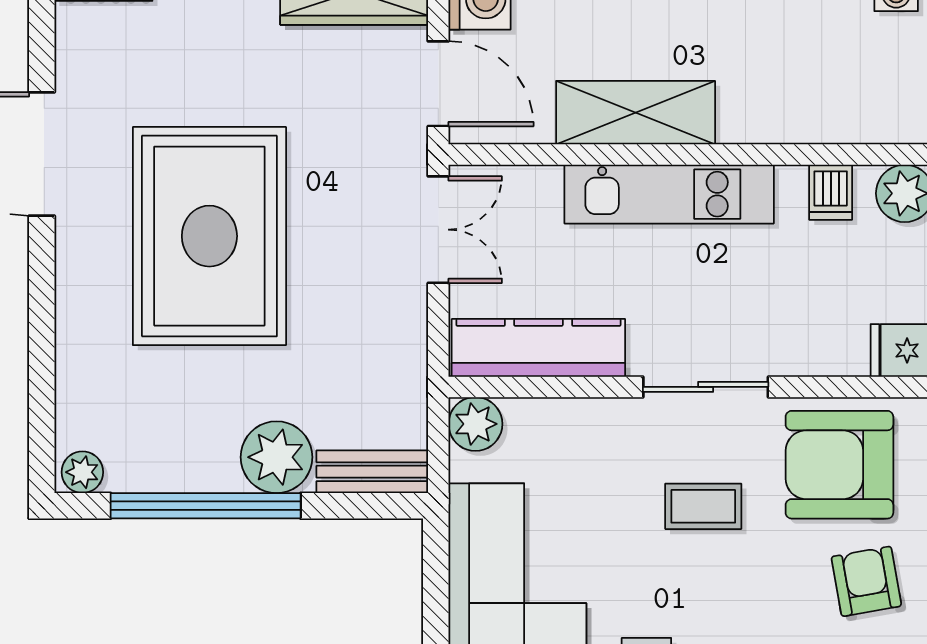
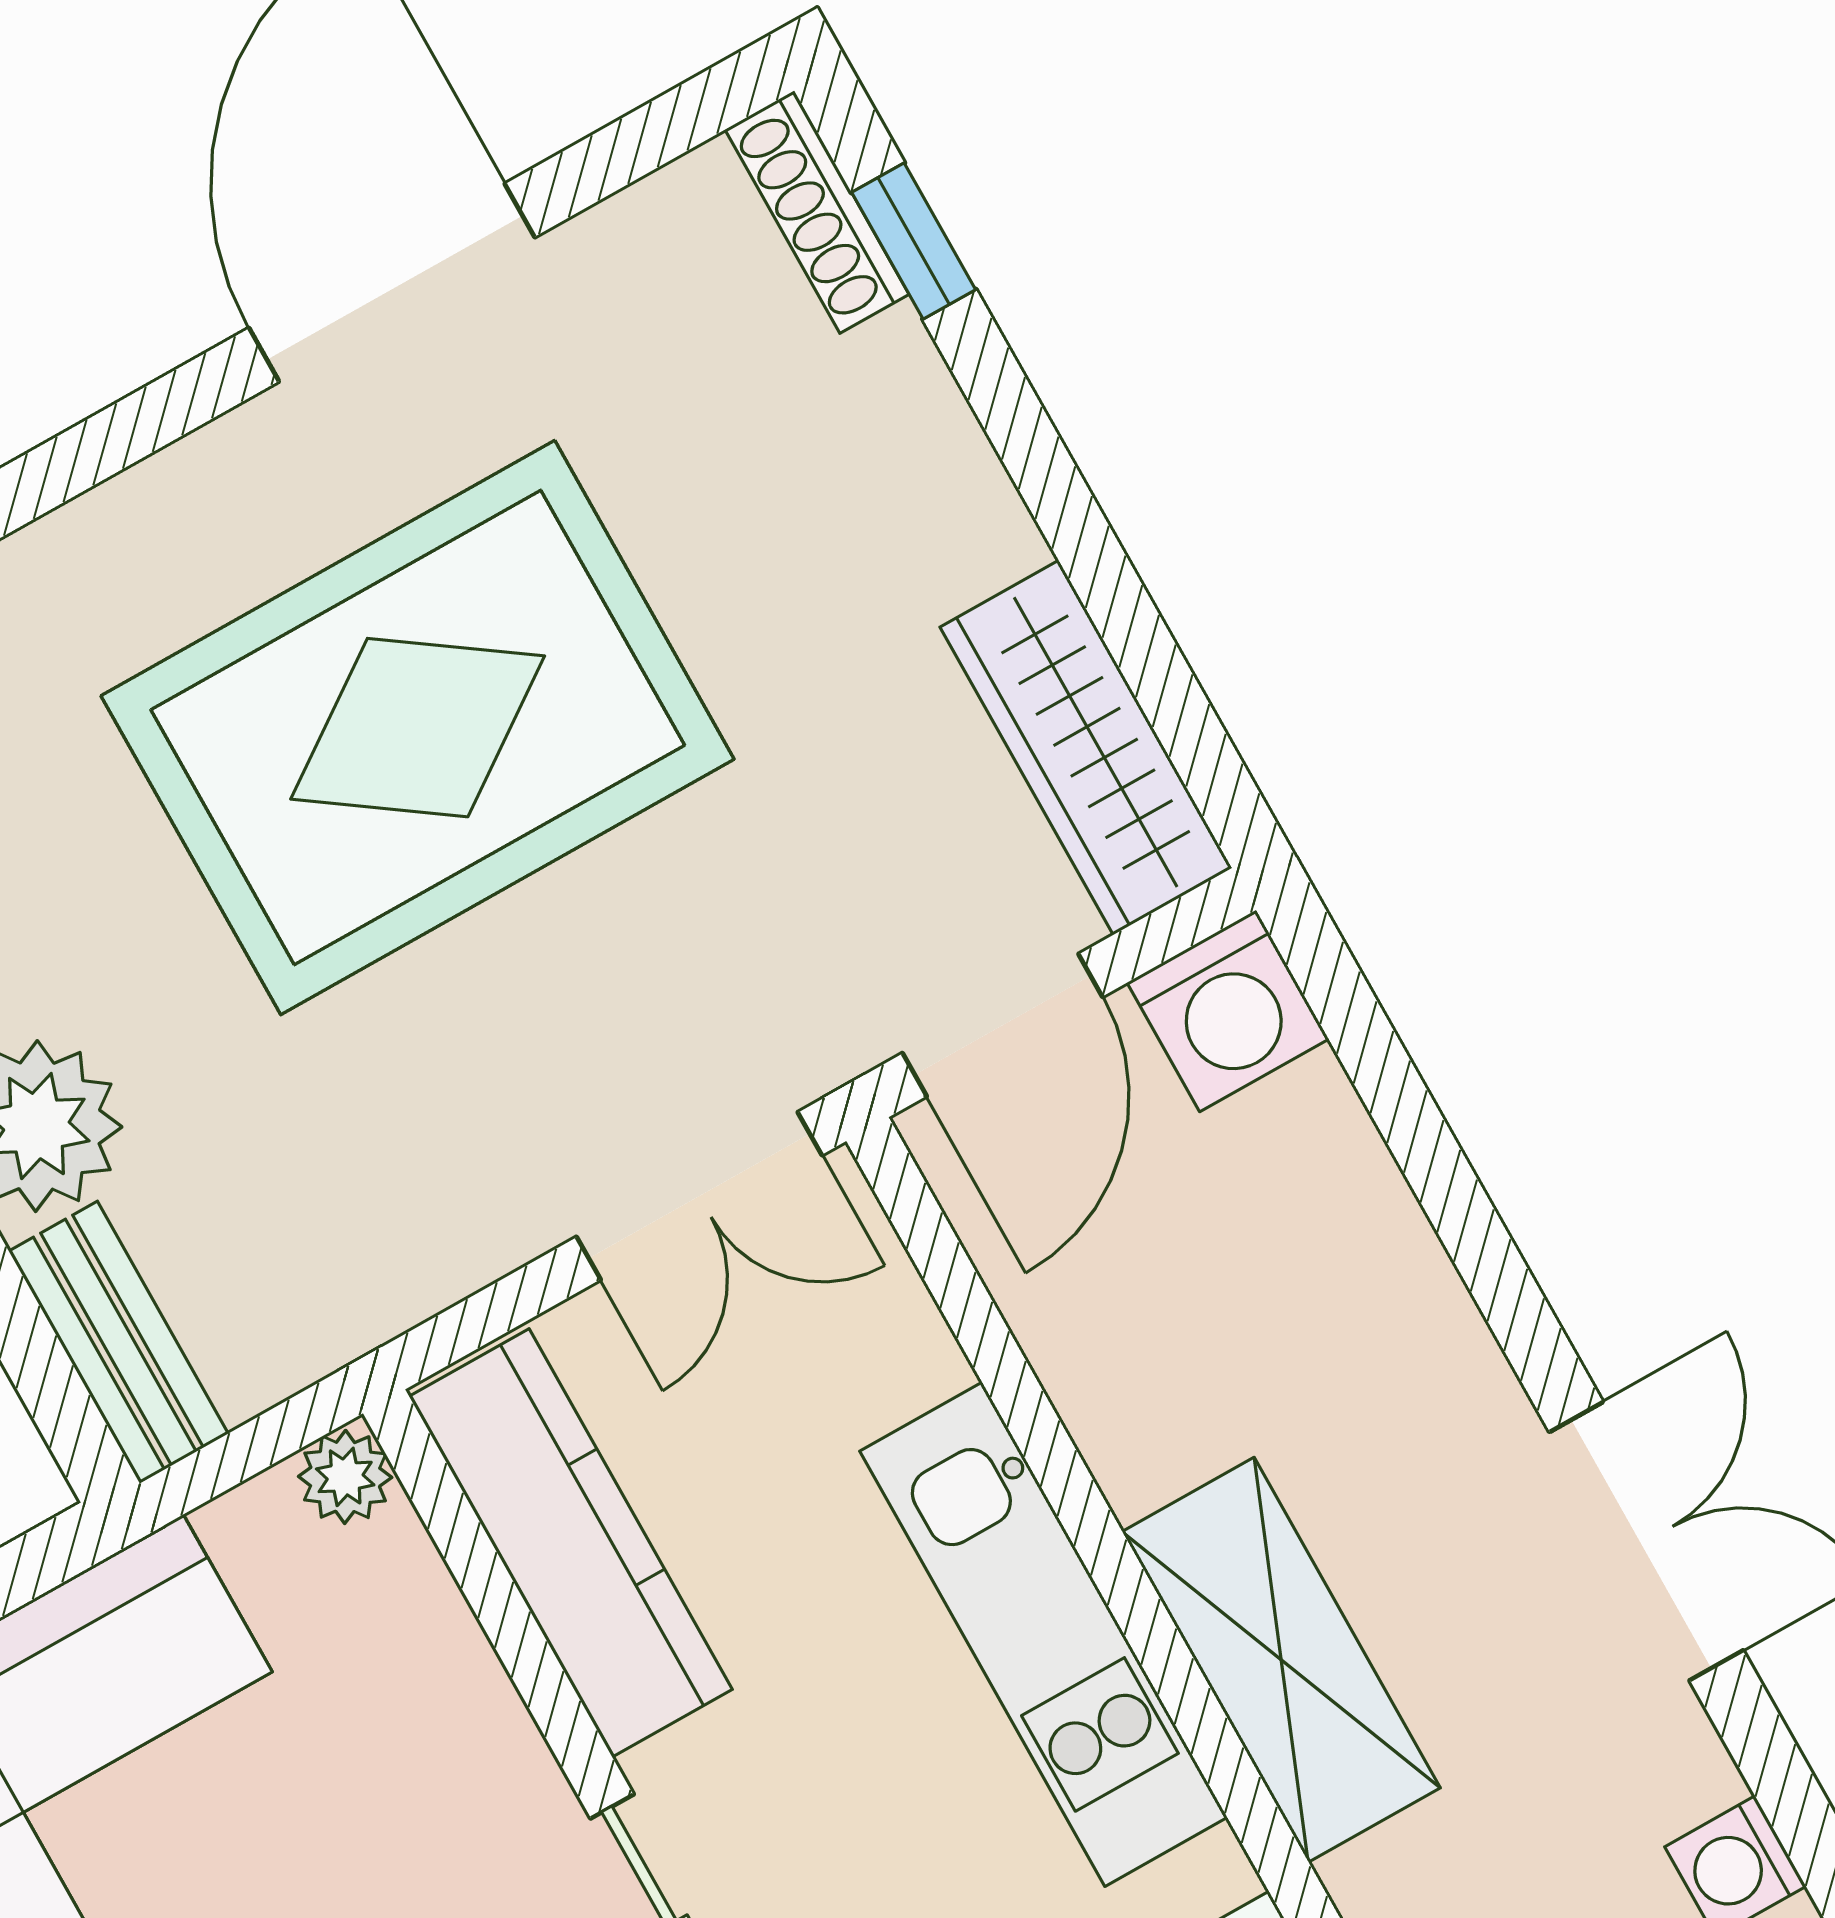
shelving: (636, 113) -> (1281, 1660), moved
plant: (475, 424) -> (345, 1477), width x0.73, depth x0.73

